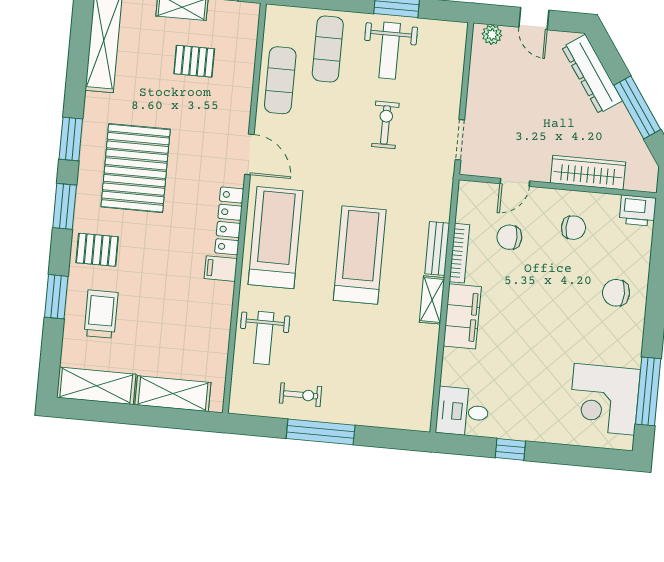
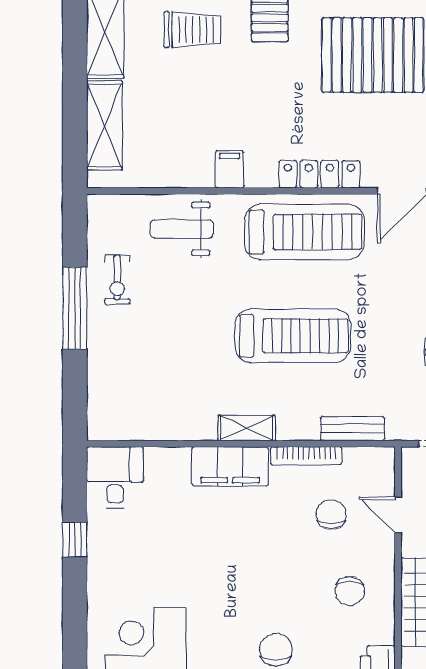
bench: (437, 249) -> (353, 429), moved
filing cabinet: (221, 269) -> (230, 169), moved

